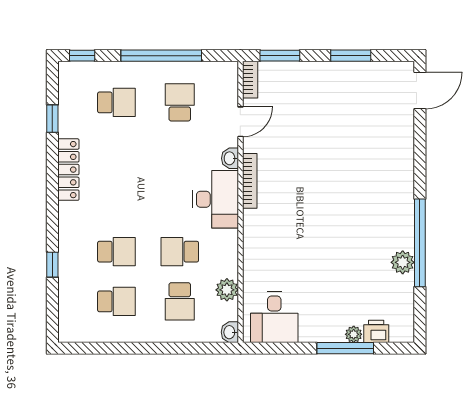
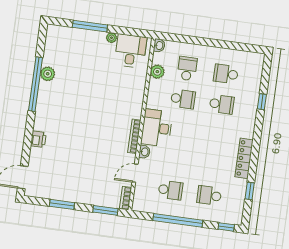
school desk: (180, 102) -> (170, 190), turned -90
school desk: (116, 252) -> (222, 104), turned 180
printer: (376, 331) -> (38, 139), moved, turned -90
plant: (354, 334) -> (111, 38), moved

